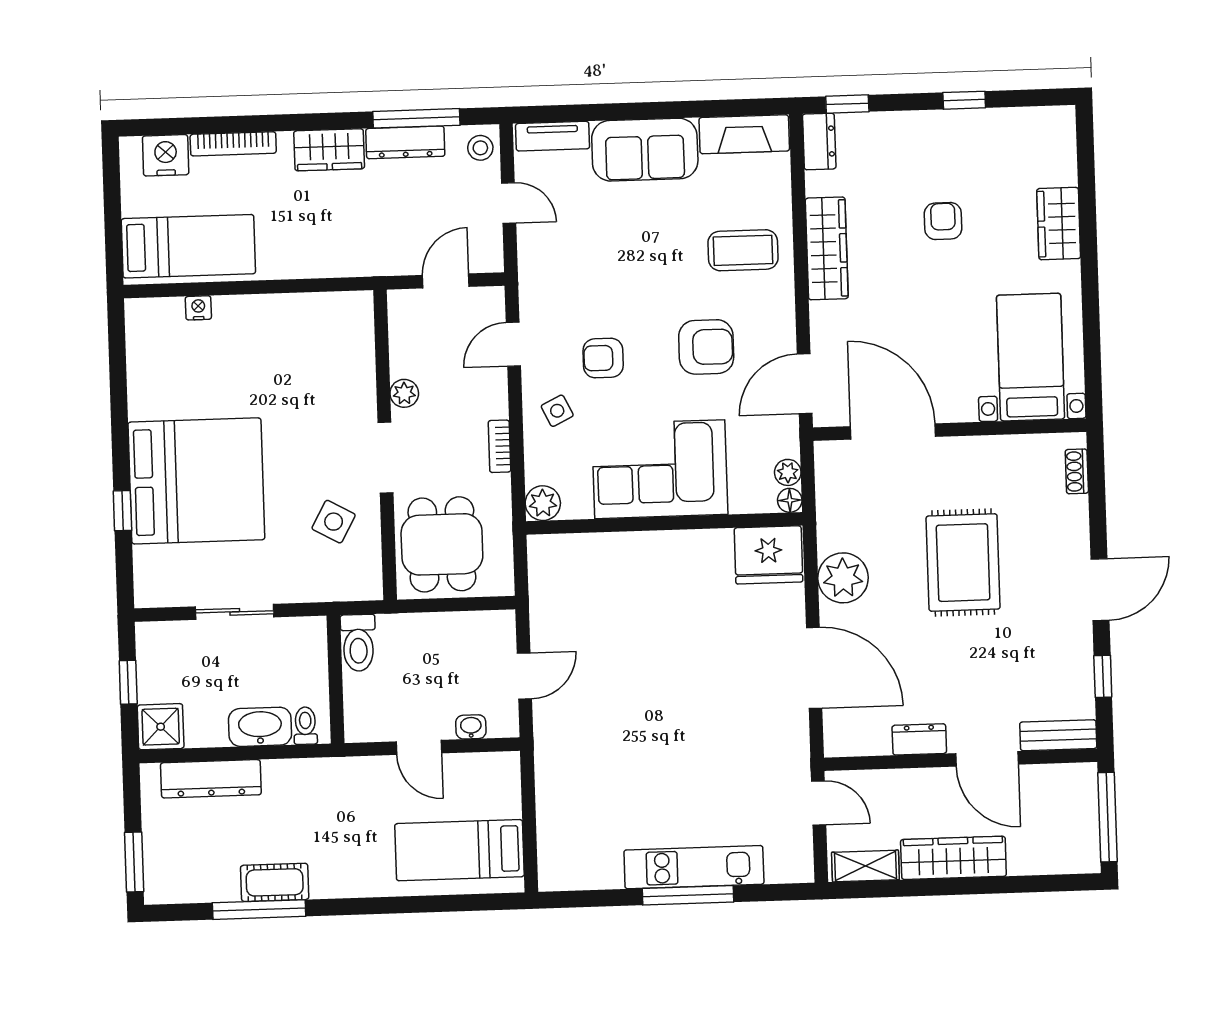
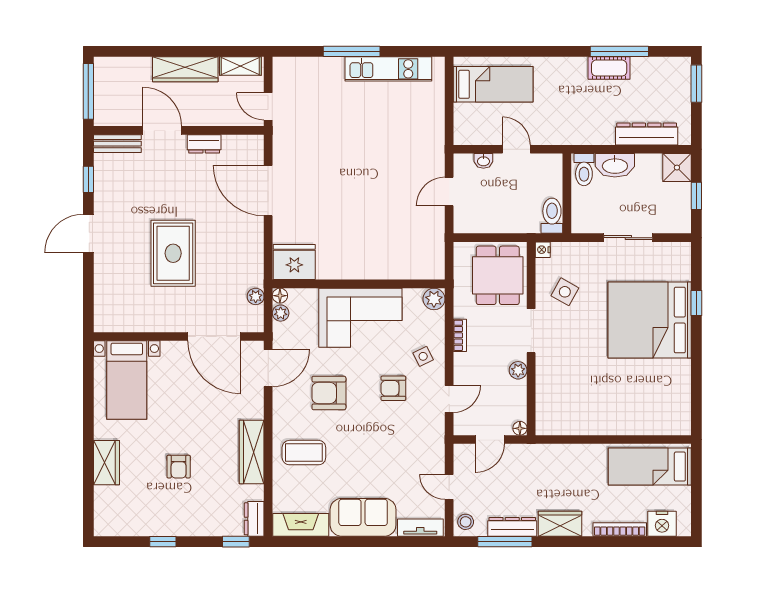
floor lamp: (398, 301) -> (520, 428), added
nightstand: (198, 308) -> (543, 250), moved, turned 90
armchair: (603, 358) -> (393, 388), turned 180
shoe rack: (1077, 471) -> (100, 308), removed
plant: (843, 578) -> (256, 296), moved, width x0.53, depth x0.53
toilet: (305, 726) -> (584, 170), width x1.37, depth x1.39
kitchen unit: (694, 867) -> (388, 69), moved

